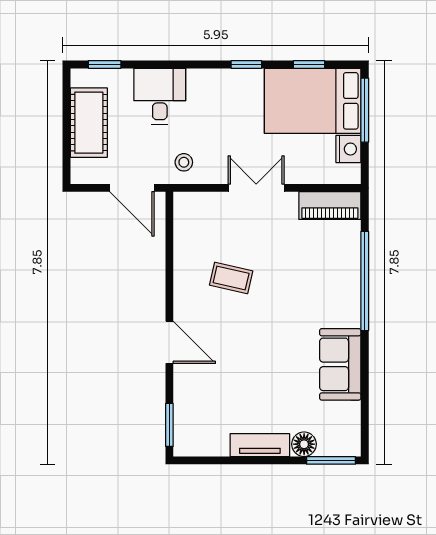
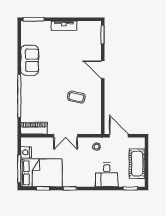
floor lamp: (304, 444) -> (45, 26), removed

